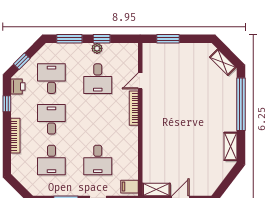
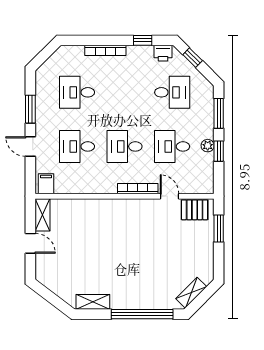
pallet: (152, 59) -> (195, 210), added
desk: (51, 119) -> (125, 146), moved, turned 180

